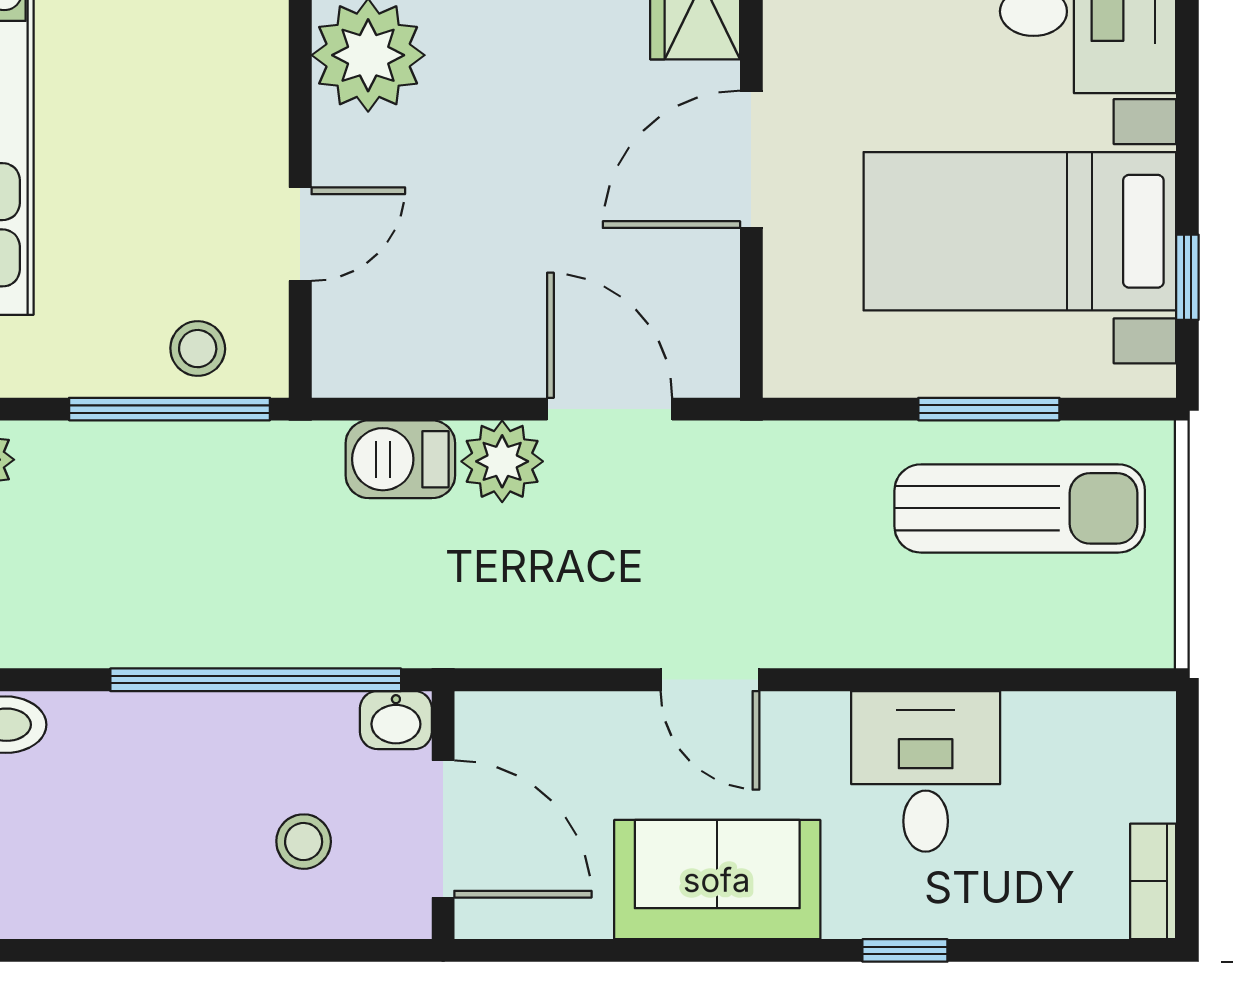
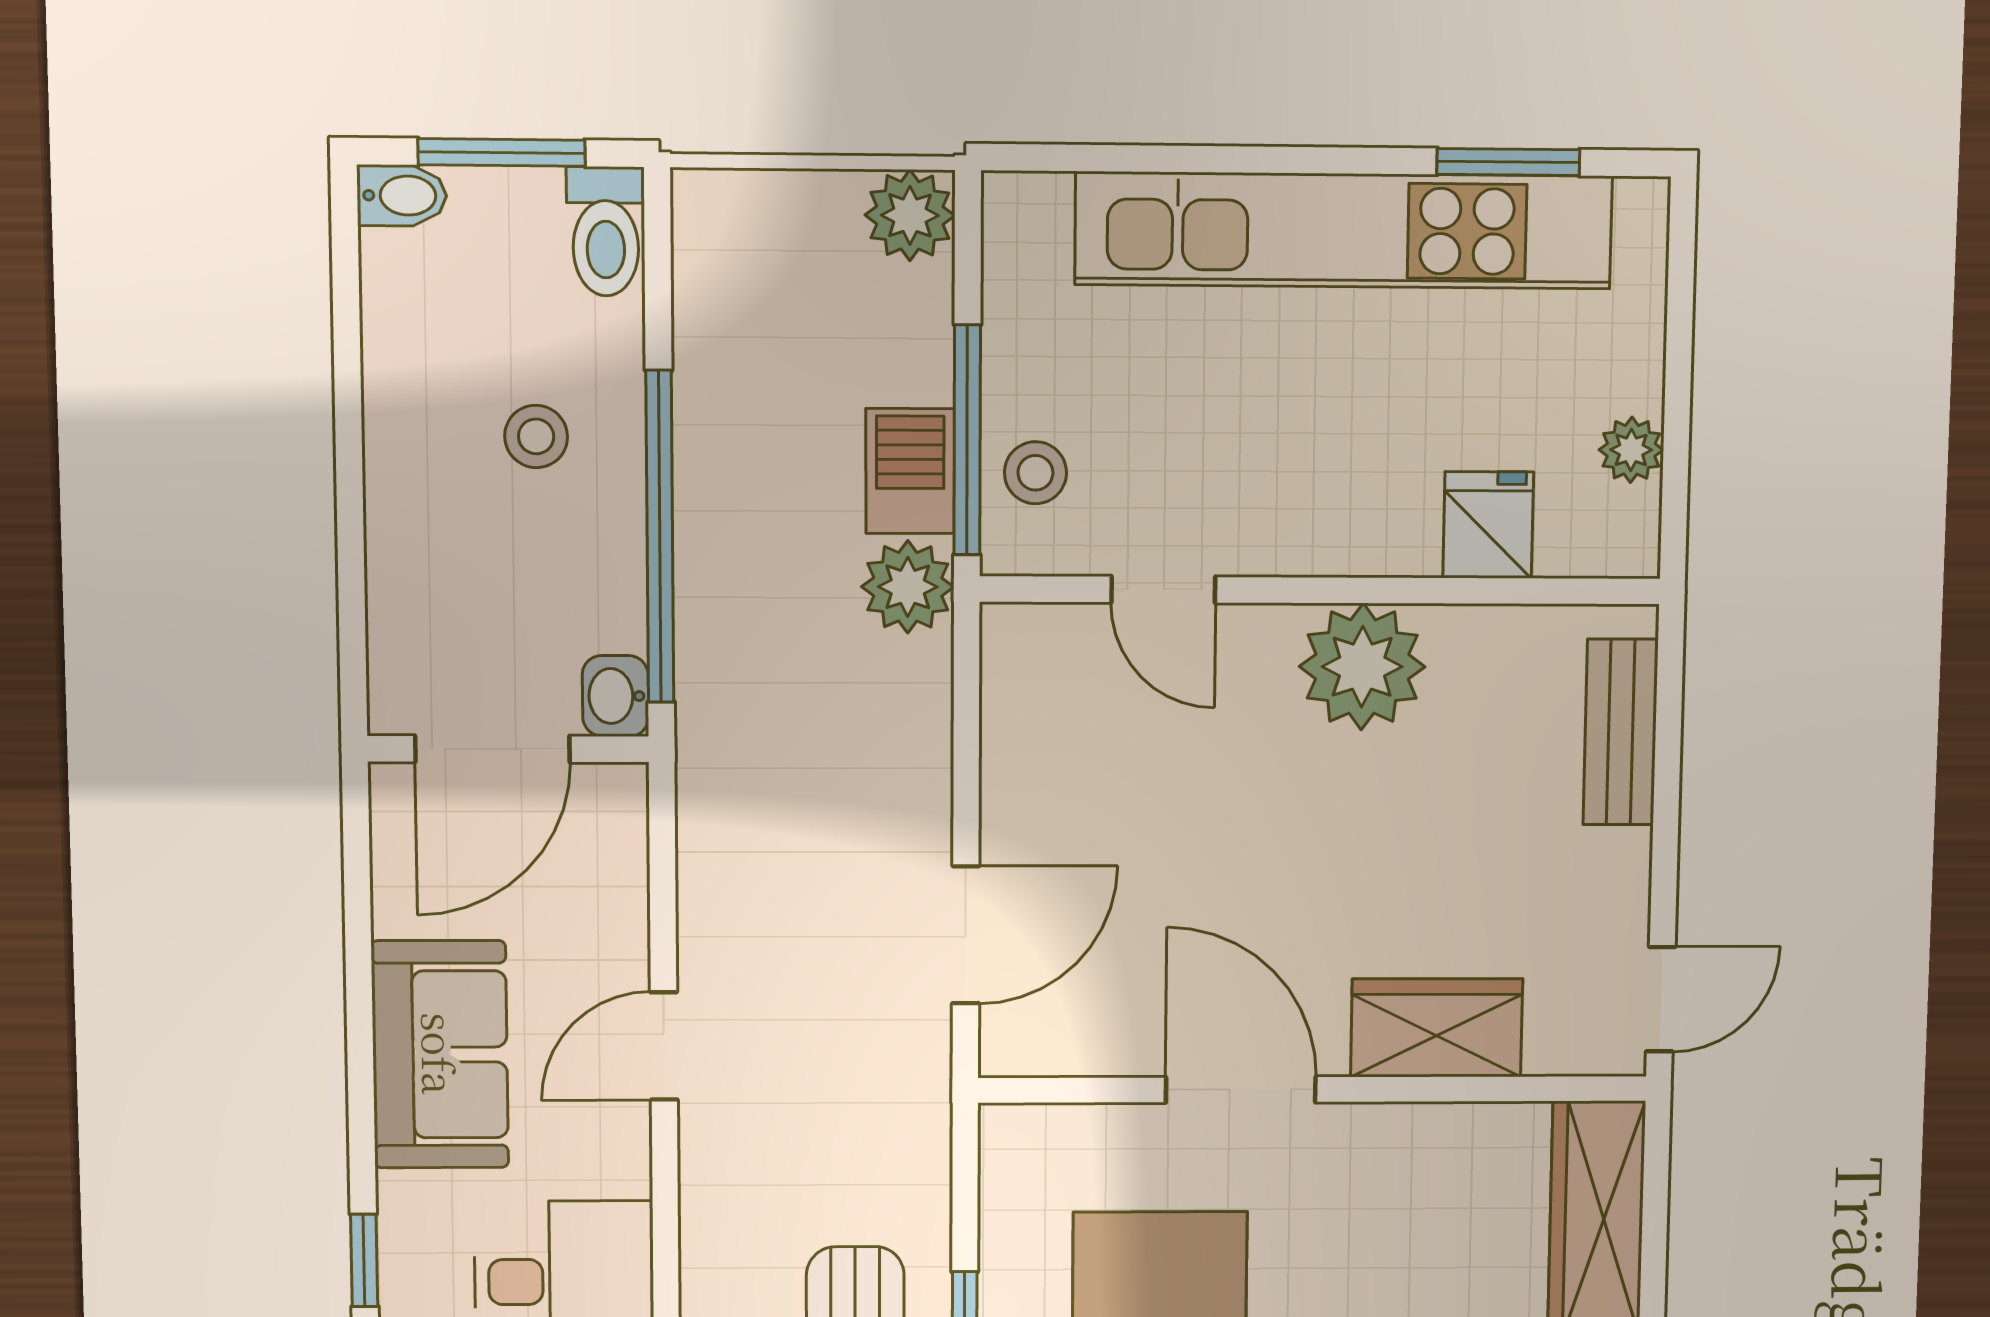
barbecue: (400, 459) -> (910, 471), moved
plant: (502, 461) -> (908, 587), moved
stool: (304, 842) -> (536, 436), moved

